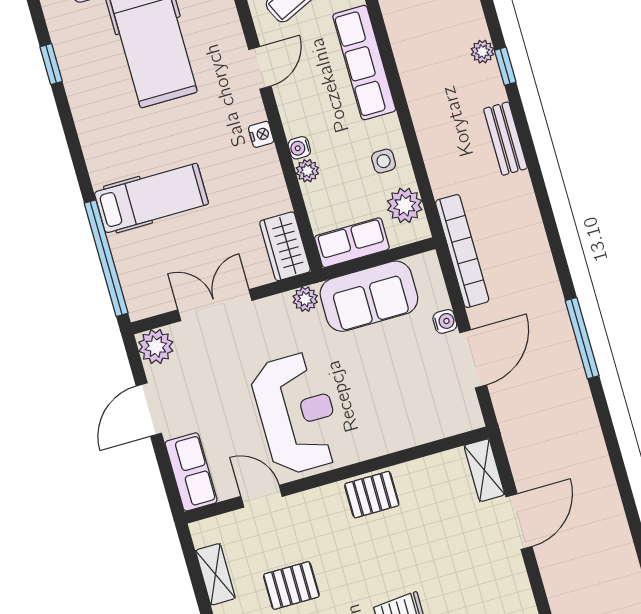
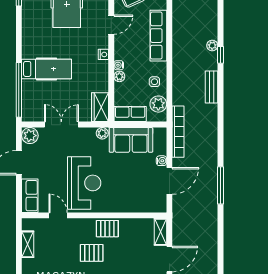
pallet: (291, 586) -> (92, 253), moved

